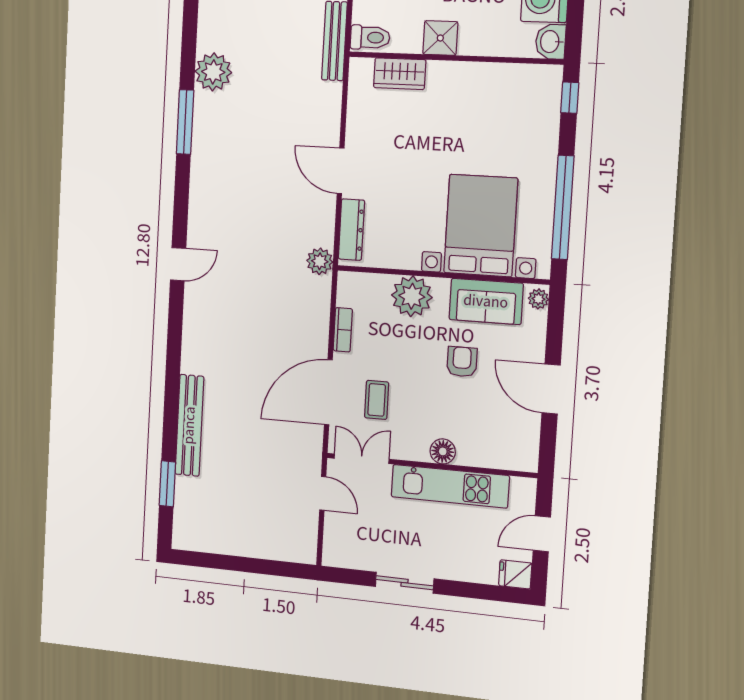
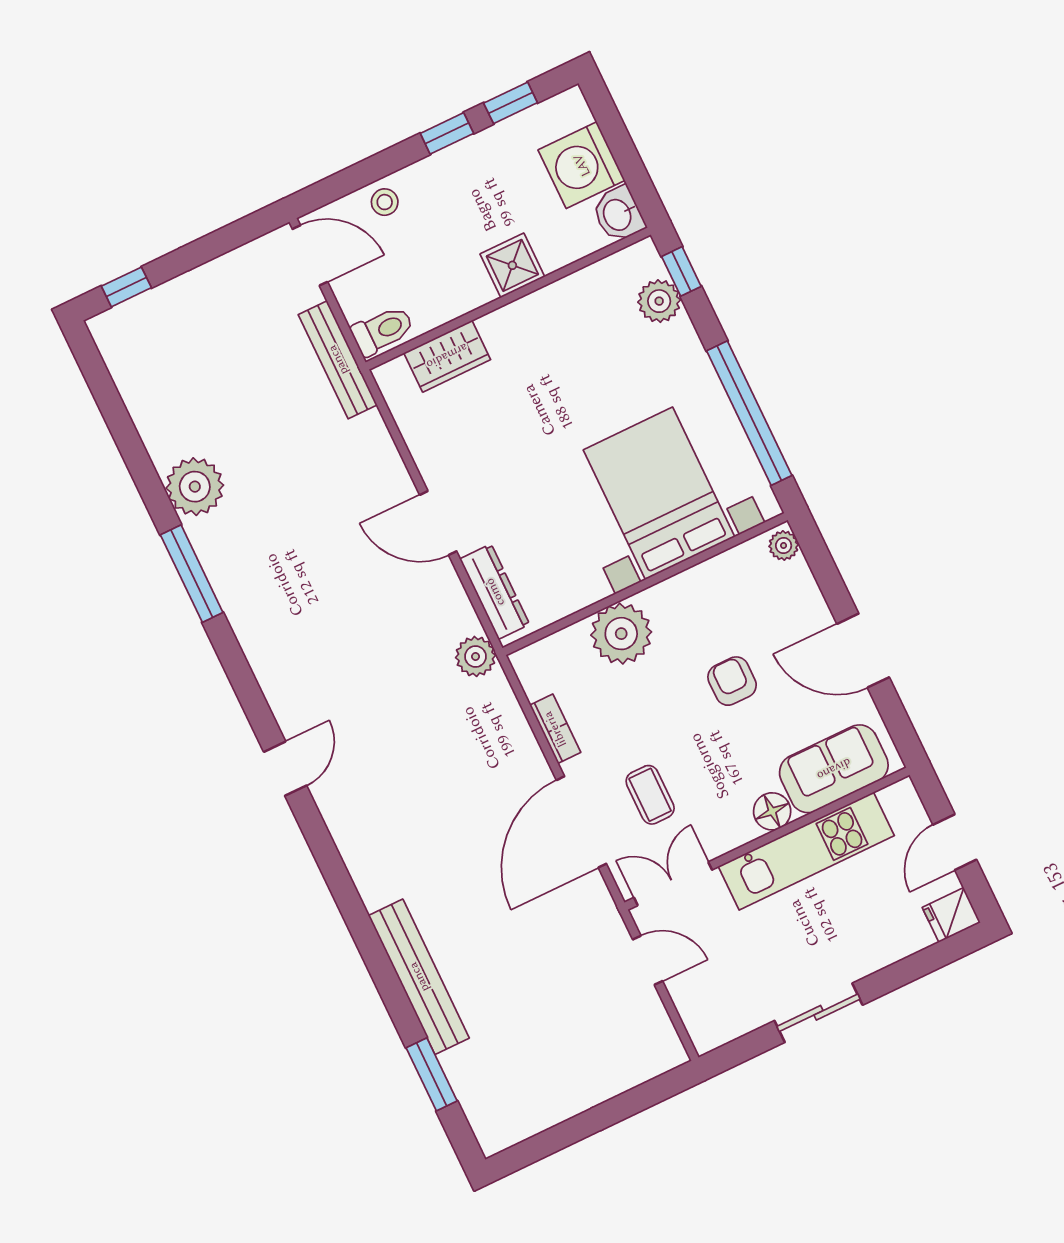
shower: (440, 38) -> (512, 265), moved
plant: (546, 109) -> (659, 301), added
sofa: (486, 301) -> (834, 769), moved, turned 180

